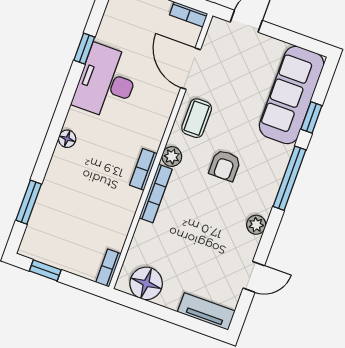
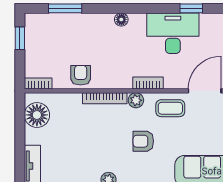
bookcase: (143, 169) -> (148, 83), moved
armchair: (117, 213) -> (81, 75), added

